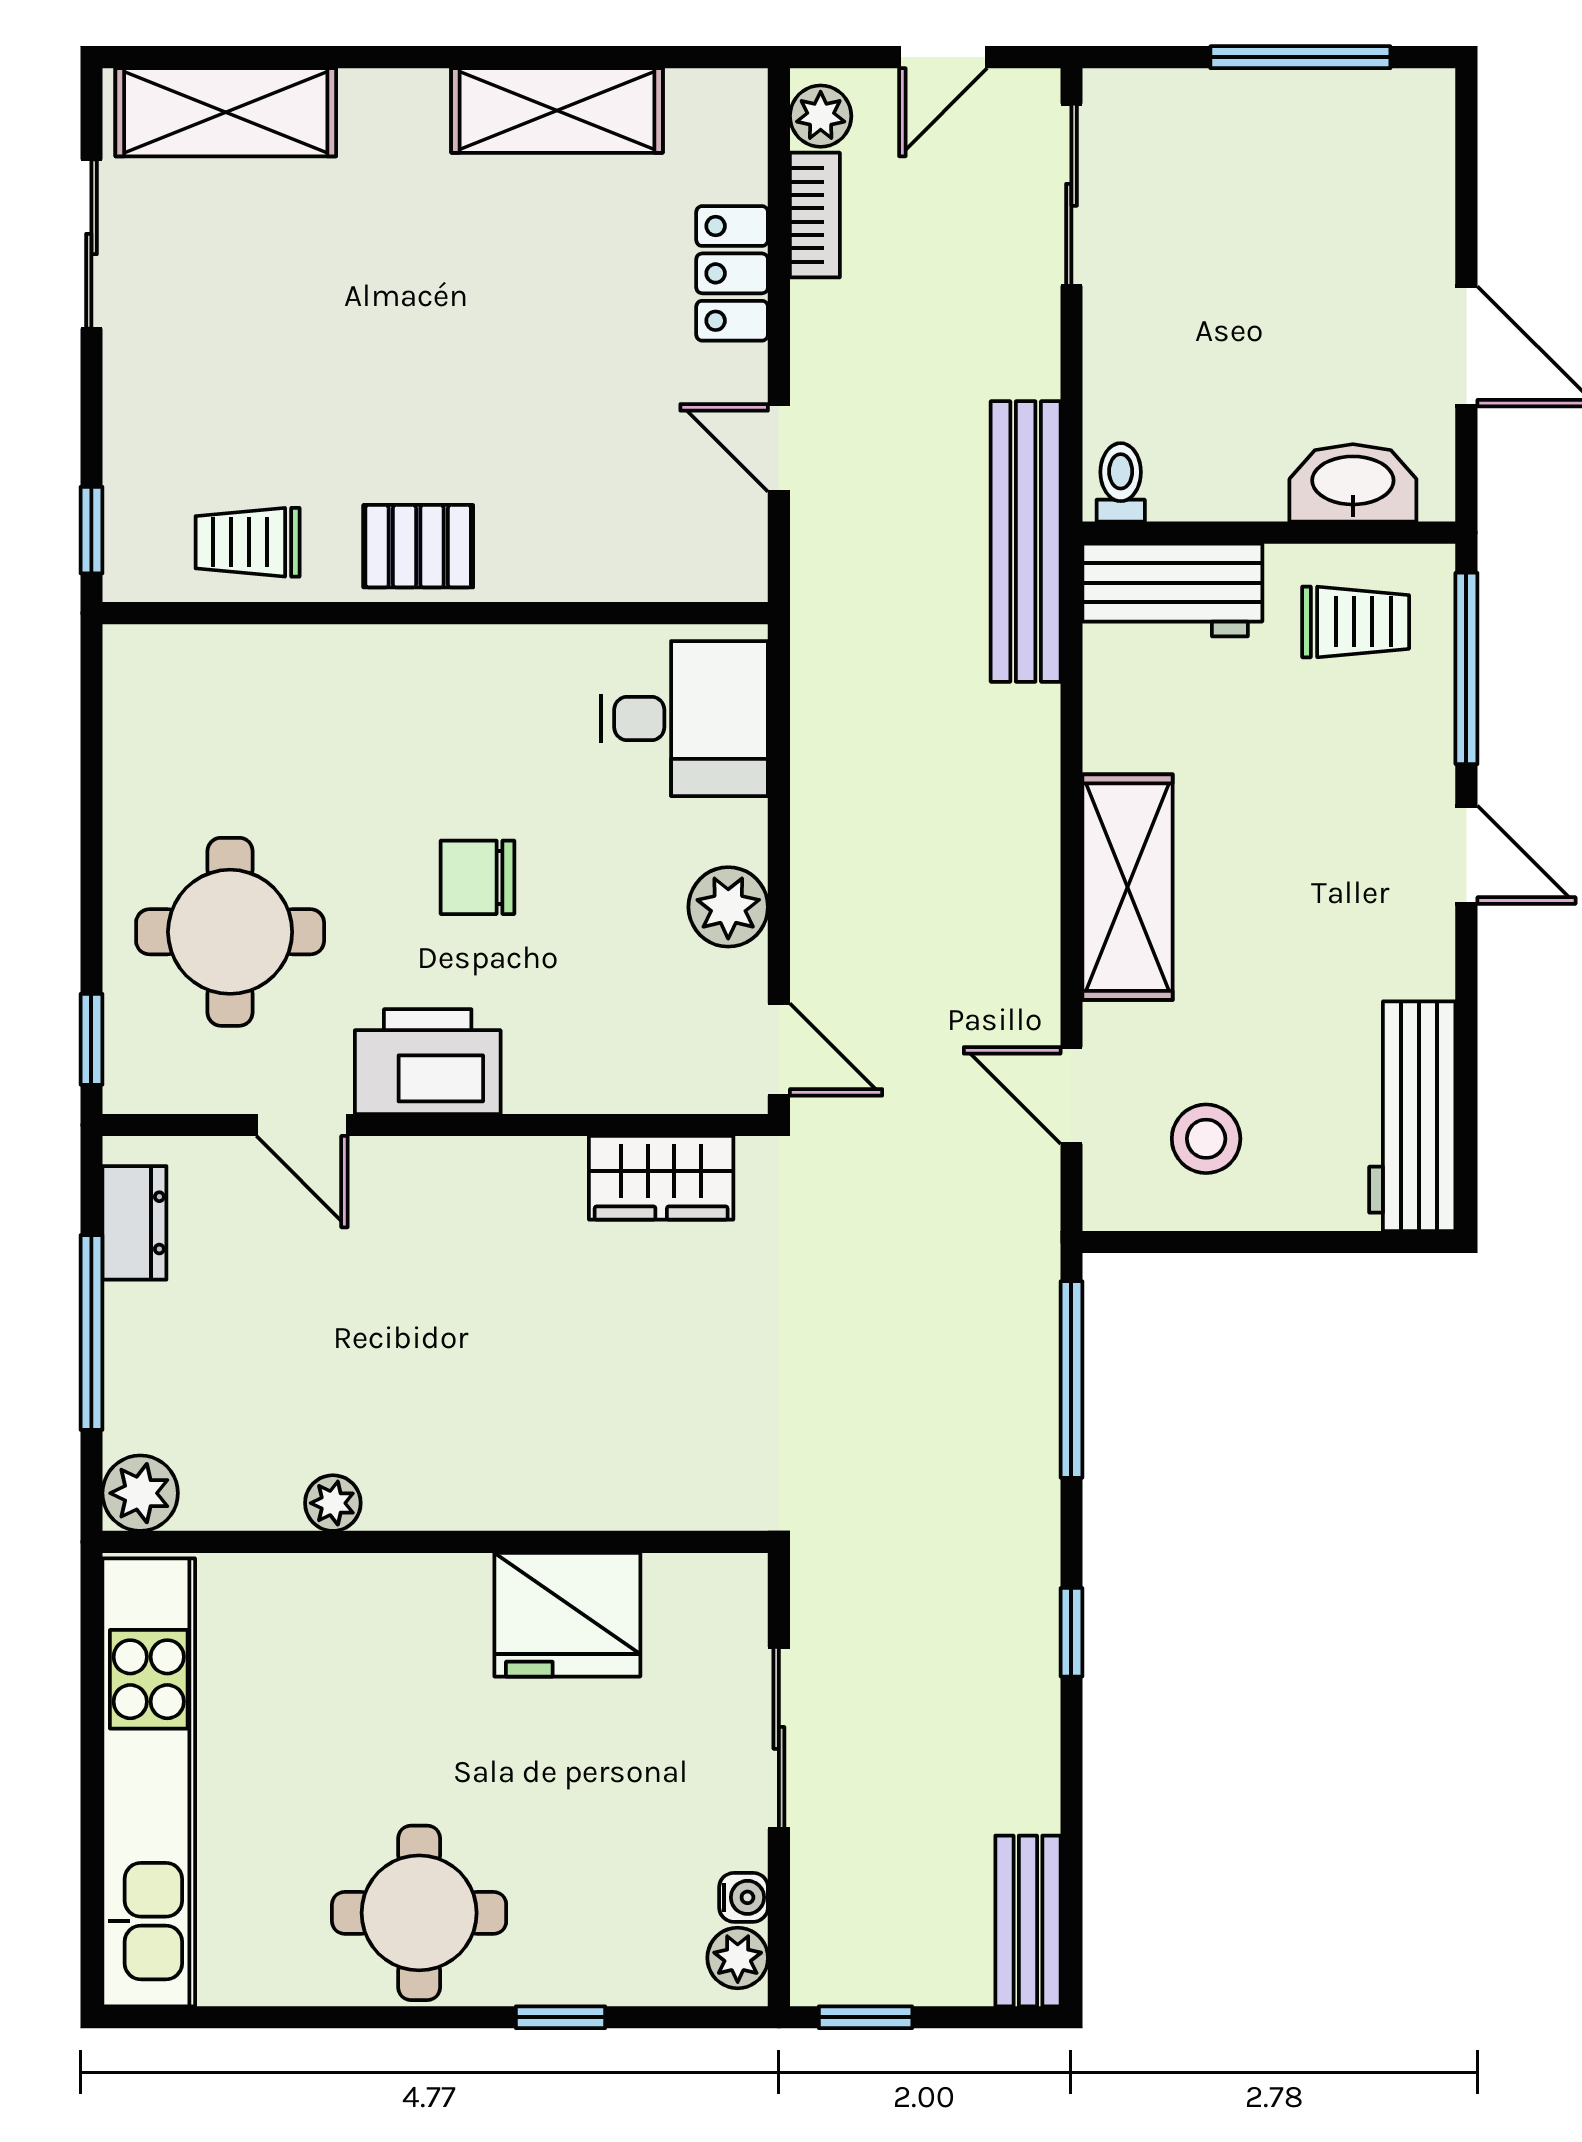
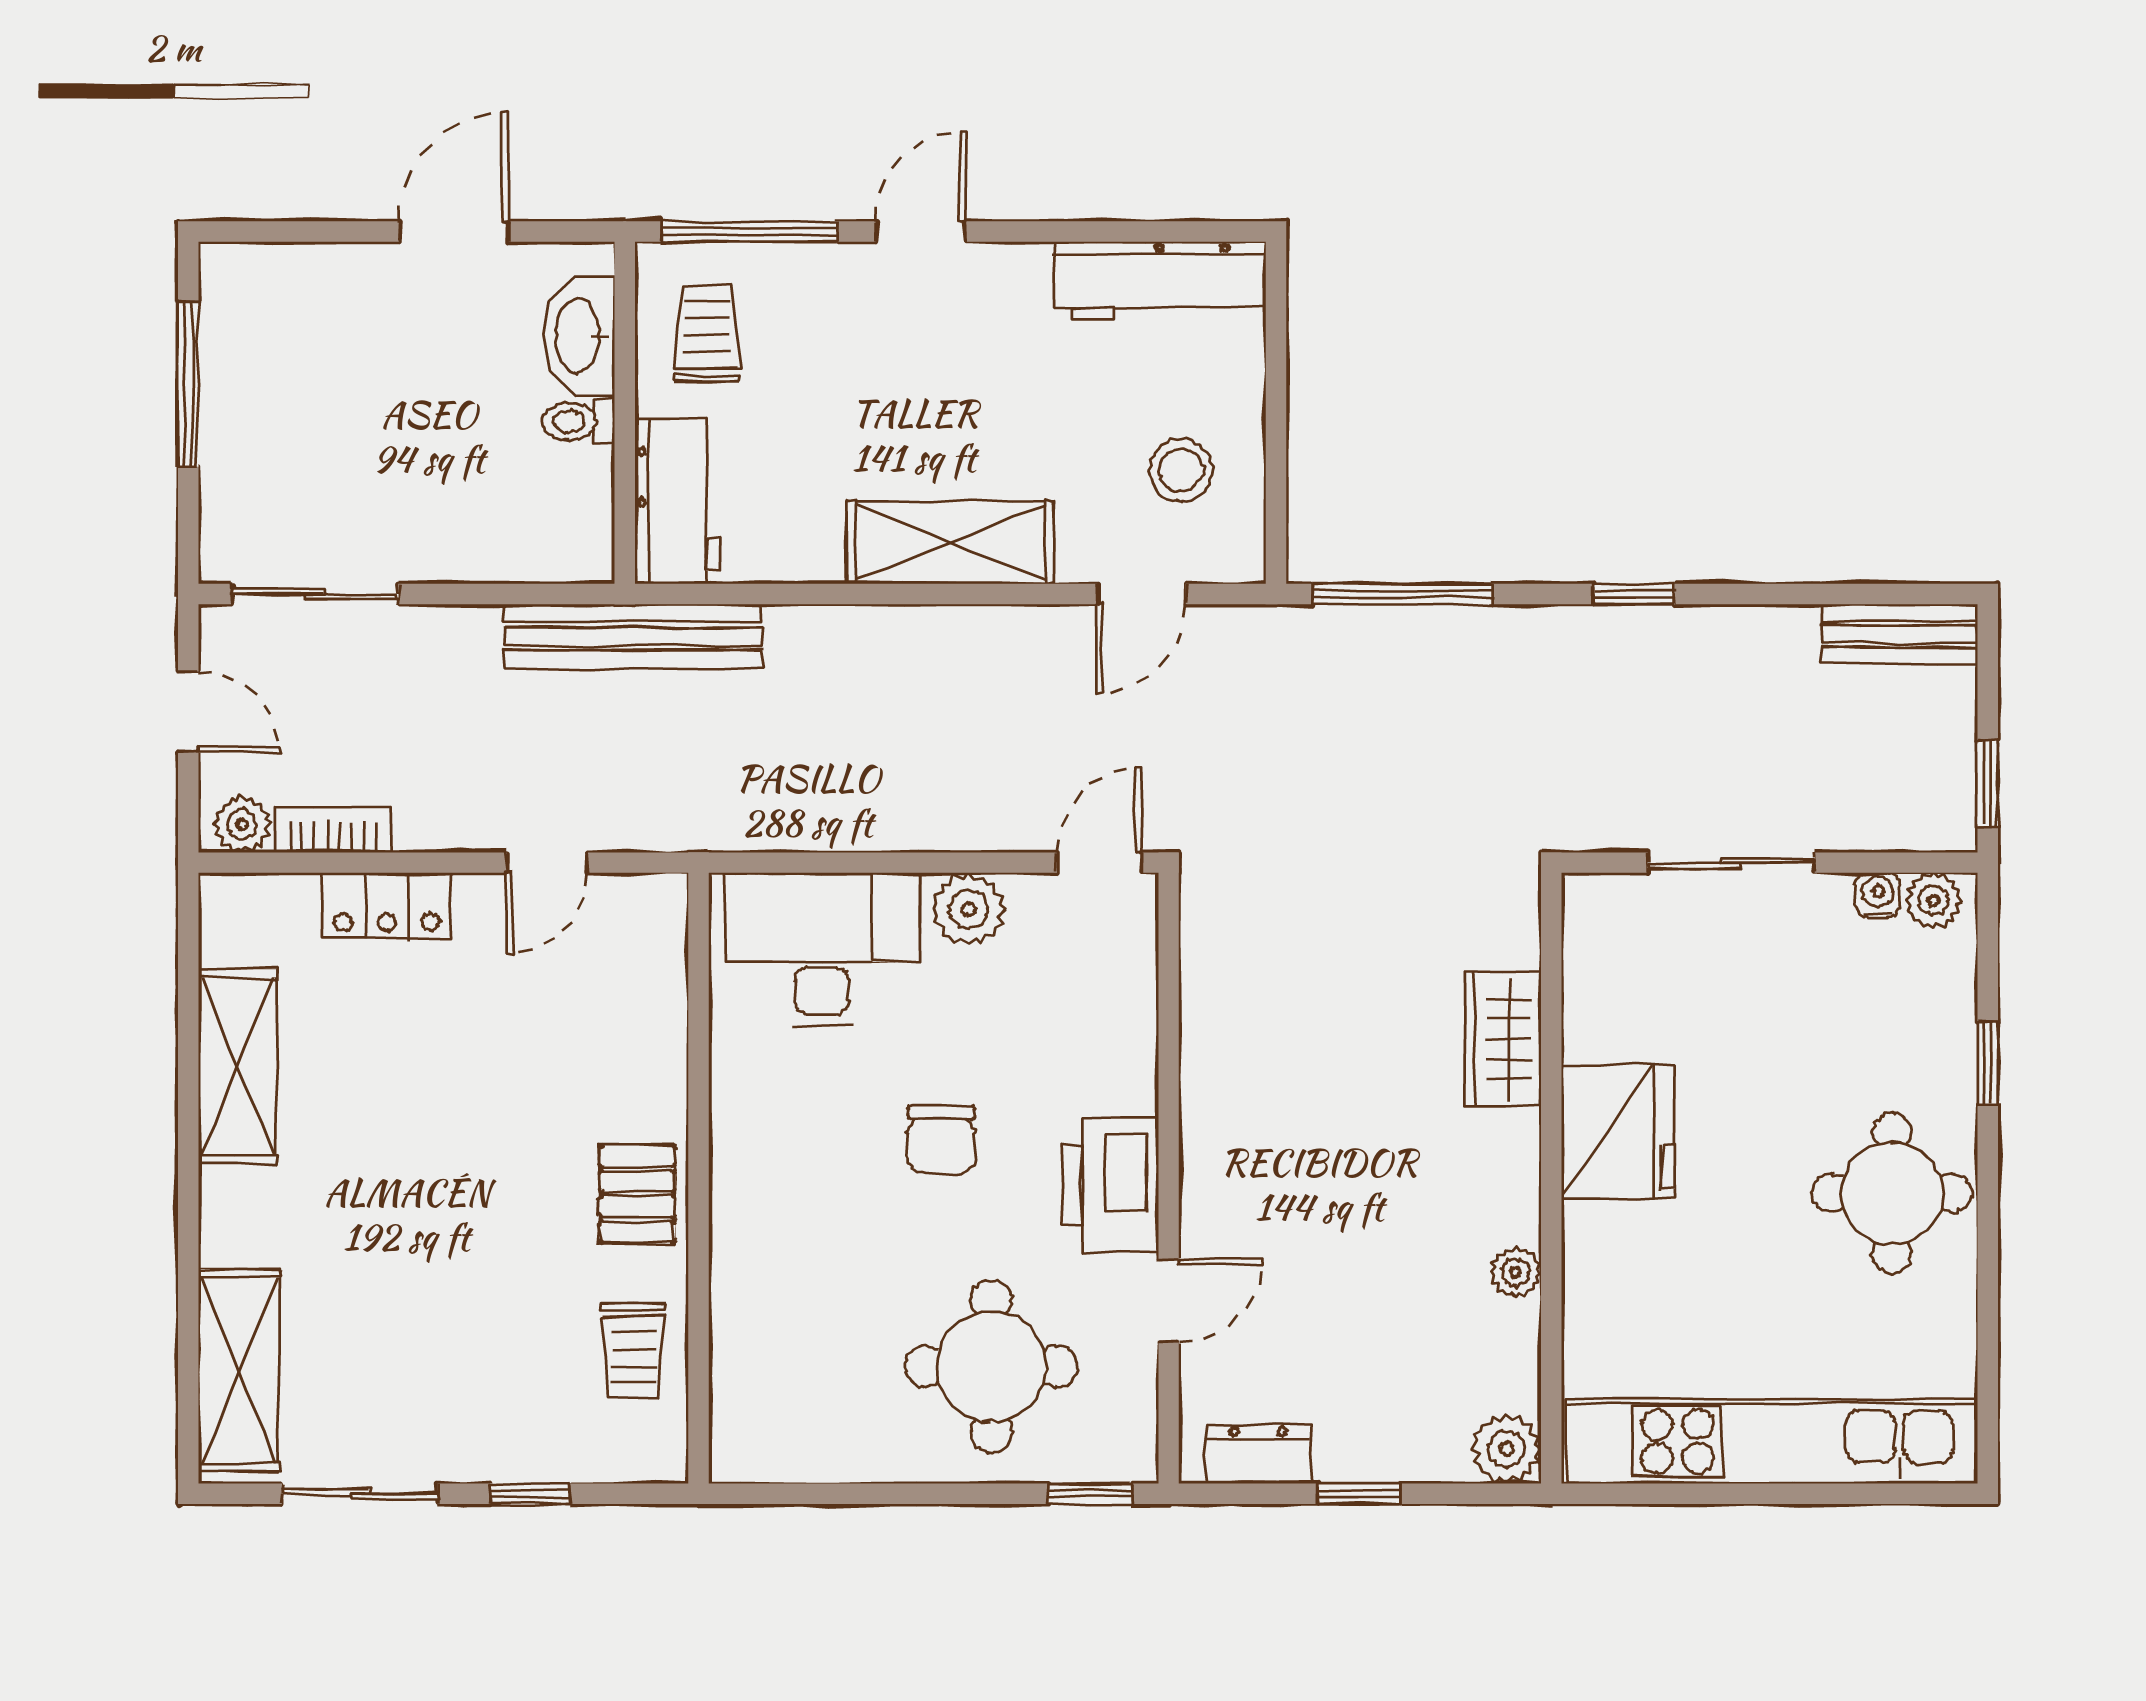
toilet: (1121, 482) -> (579, 421), moved
window: (91, 530) -> (530, 1494), moved
desk: (684, 719) -> (822, 949), width x1.37
wardrobe: (661, 1178) -> (1503, 1039), moved, turned 180
window: (91, 1333) -> (1359, 1494), width x0.46
fridge: (567, 1615) -> (1618, 1132), moved

